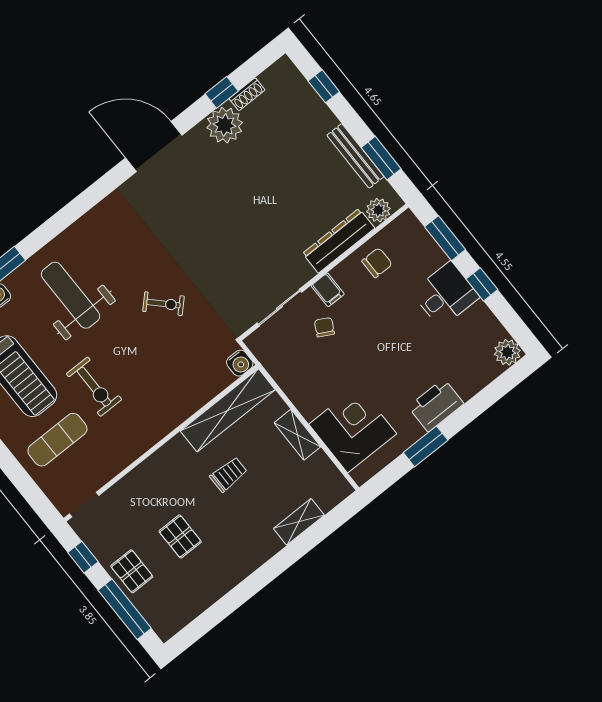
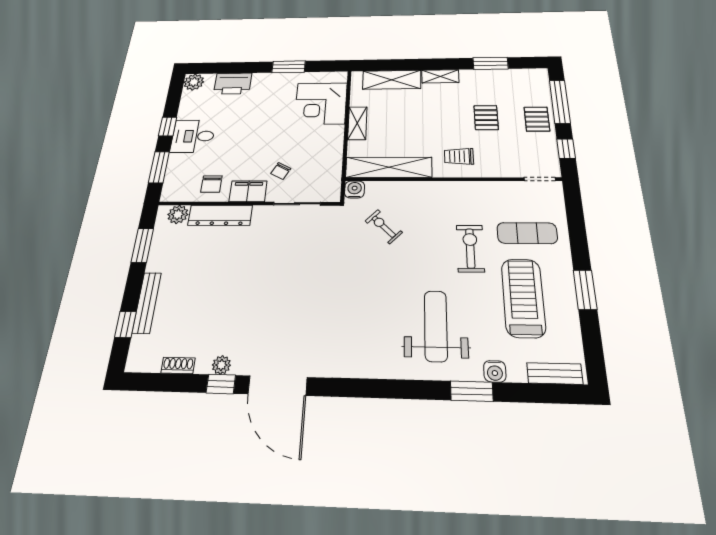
window: (222, 92) -> (221, 384), moved
plant: (225, 125) -> (221, 365), width x0.53, depth x0.53
bench: (355, 156) -> (147, 303), moved
chair: (377, 263) -> (211, 184), turned -90
filing cabinet: (328, 290) -> (248, 191), width x2.00
weight bench: (70, 295) -> (436, 326), turned 180
exercise bike: (163, 304) -> (384, 227), moved
printer: (436, 405) -> (233, 83), moved
trolley: (229, 474) -> (459, 156), moved
shelving: (299, 522) -> (392, 80), width x1.50, depth x1.33
shelving: (261, 553) -> (440, 76), added
window: (224, 607) -> (490, 63), added

